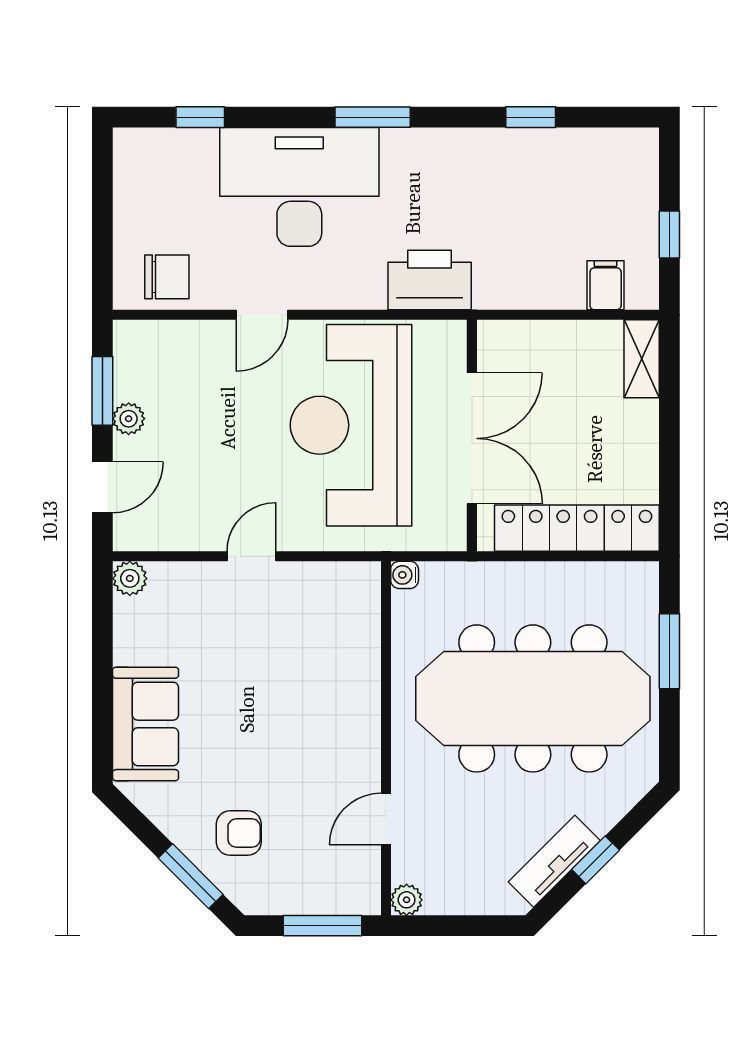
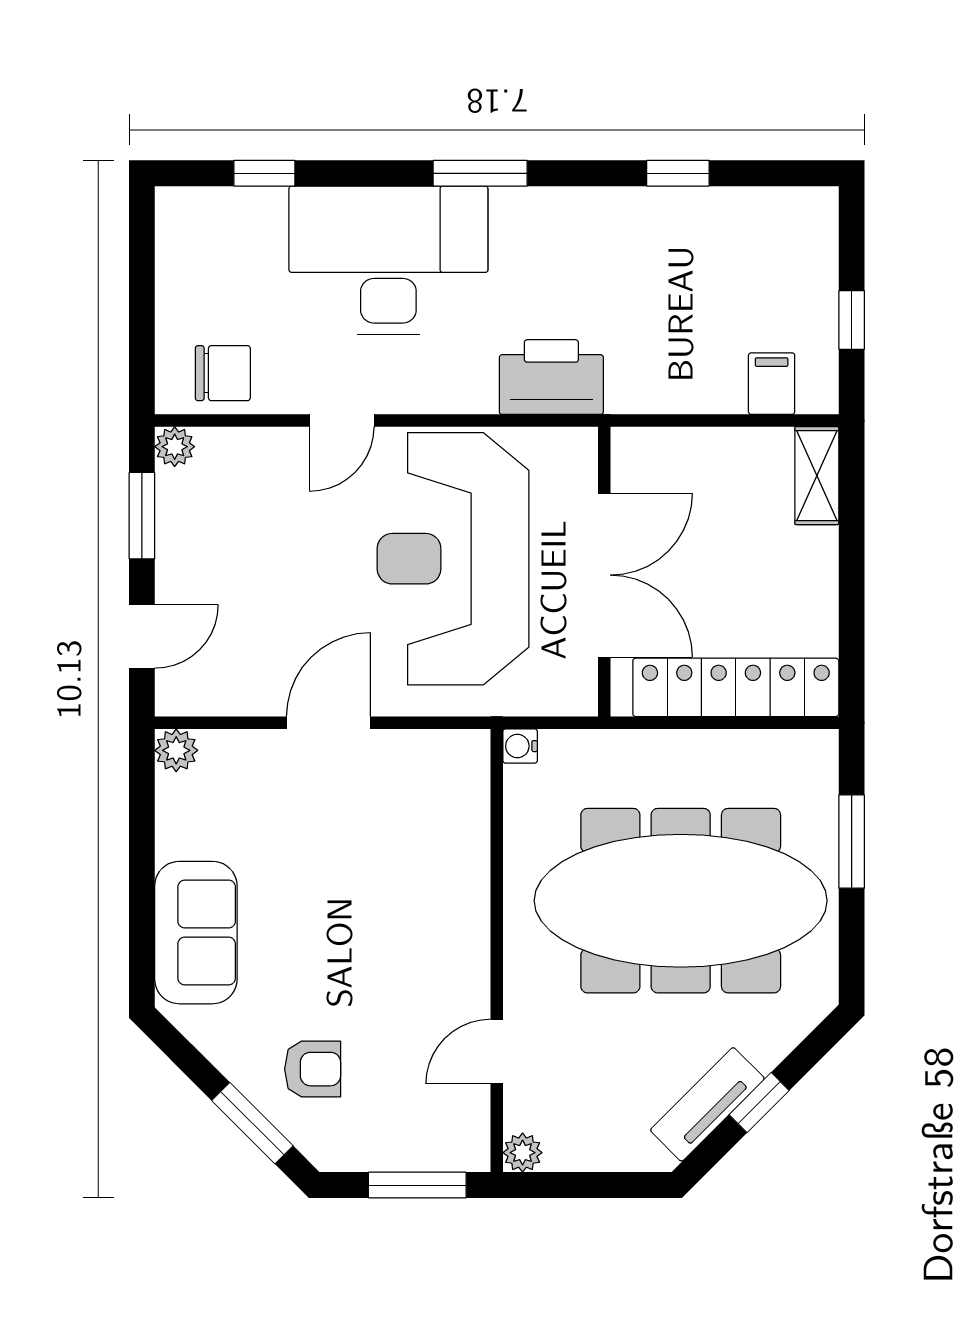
plant: (129, 419) -> (175, 447), moved
door: (251, 556) -> (328, 723), width x1.38

